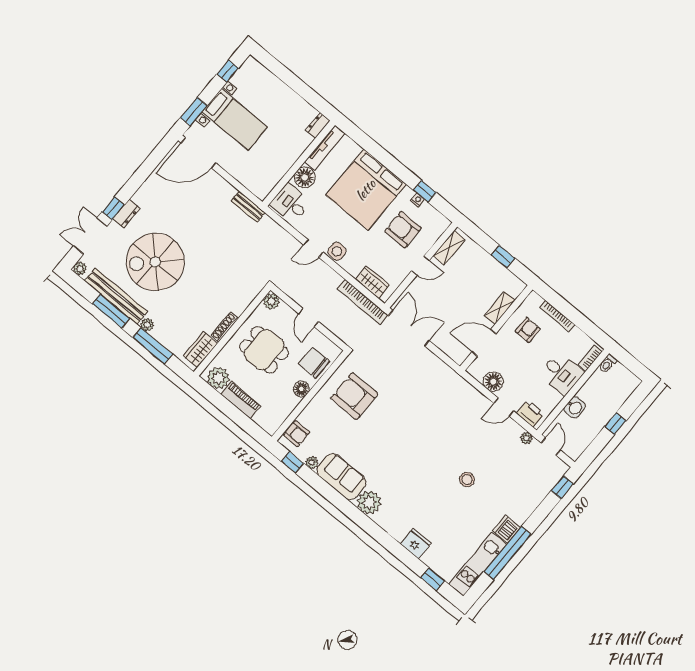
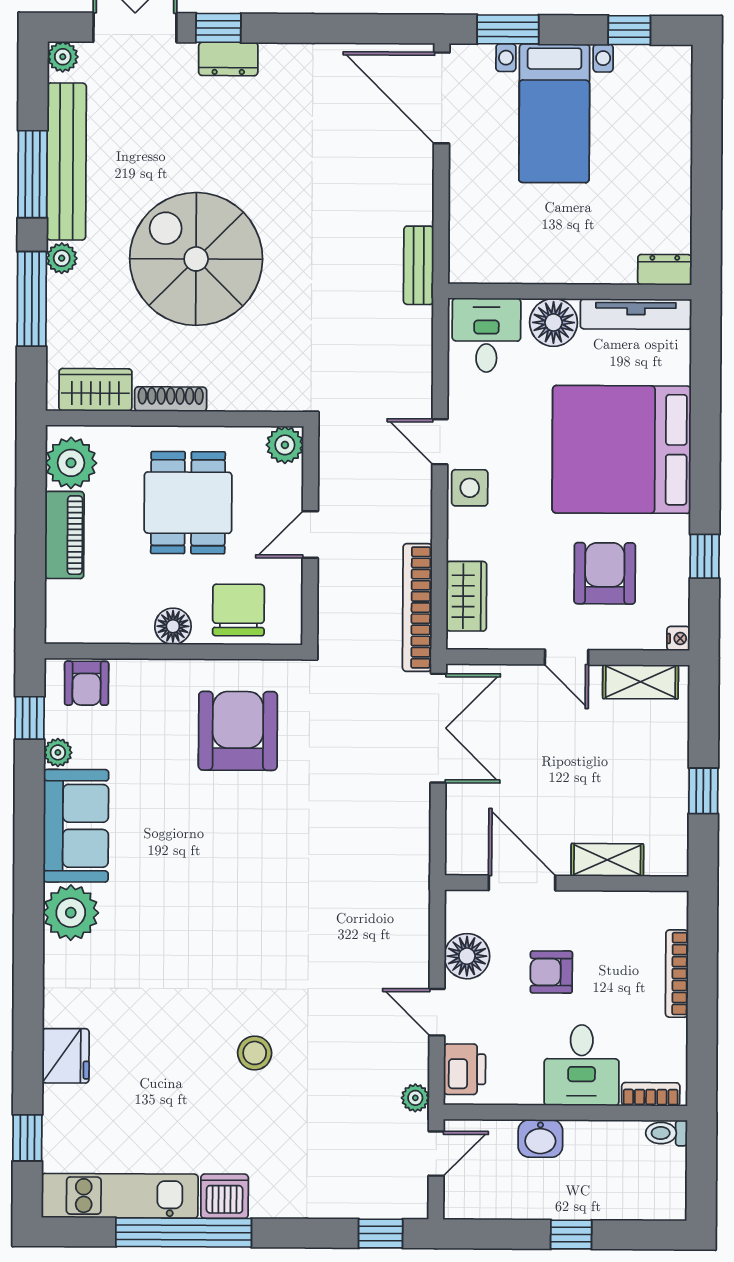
nightstand: (418, 200) -> (678, 639), moved
spiral stairs: (155, 262) -> (196, 259), moved
armchair: (528, 330) -> (551, 972), moved, turned 180

